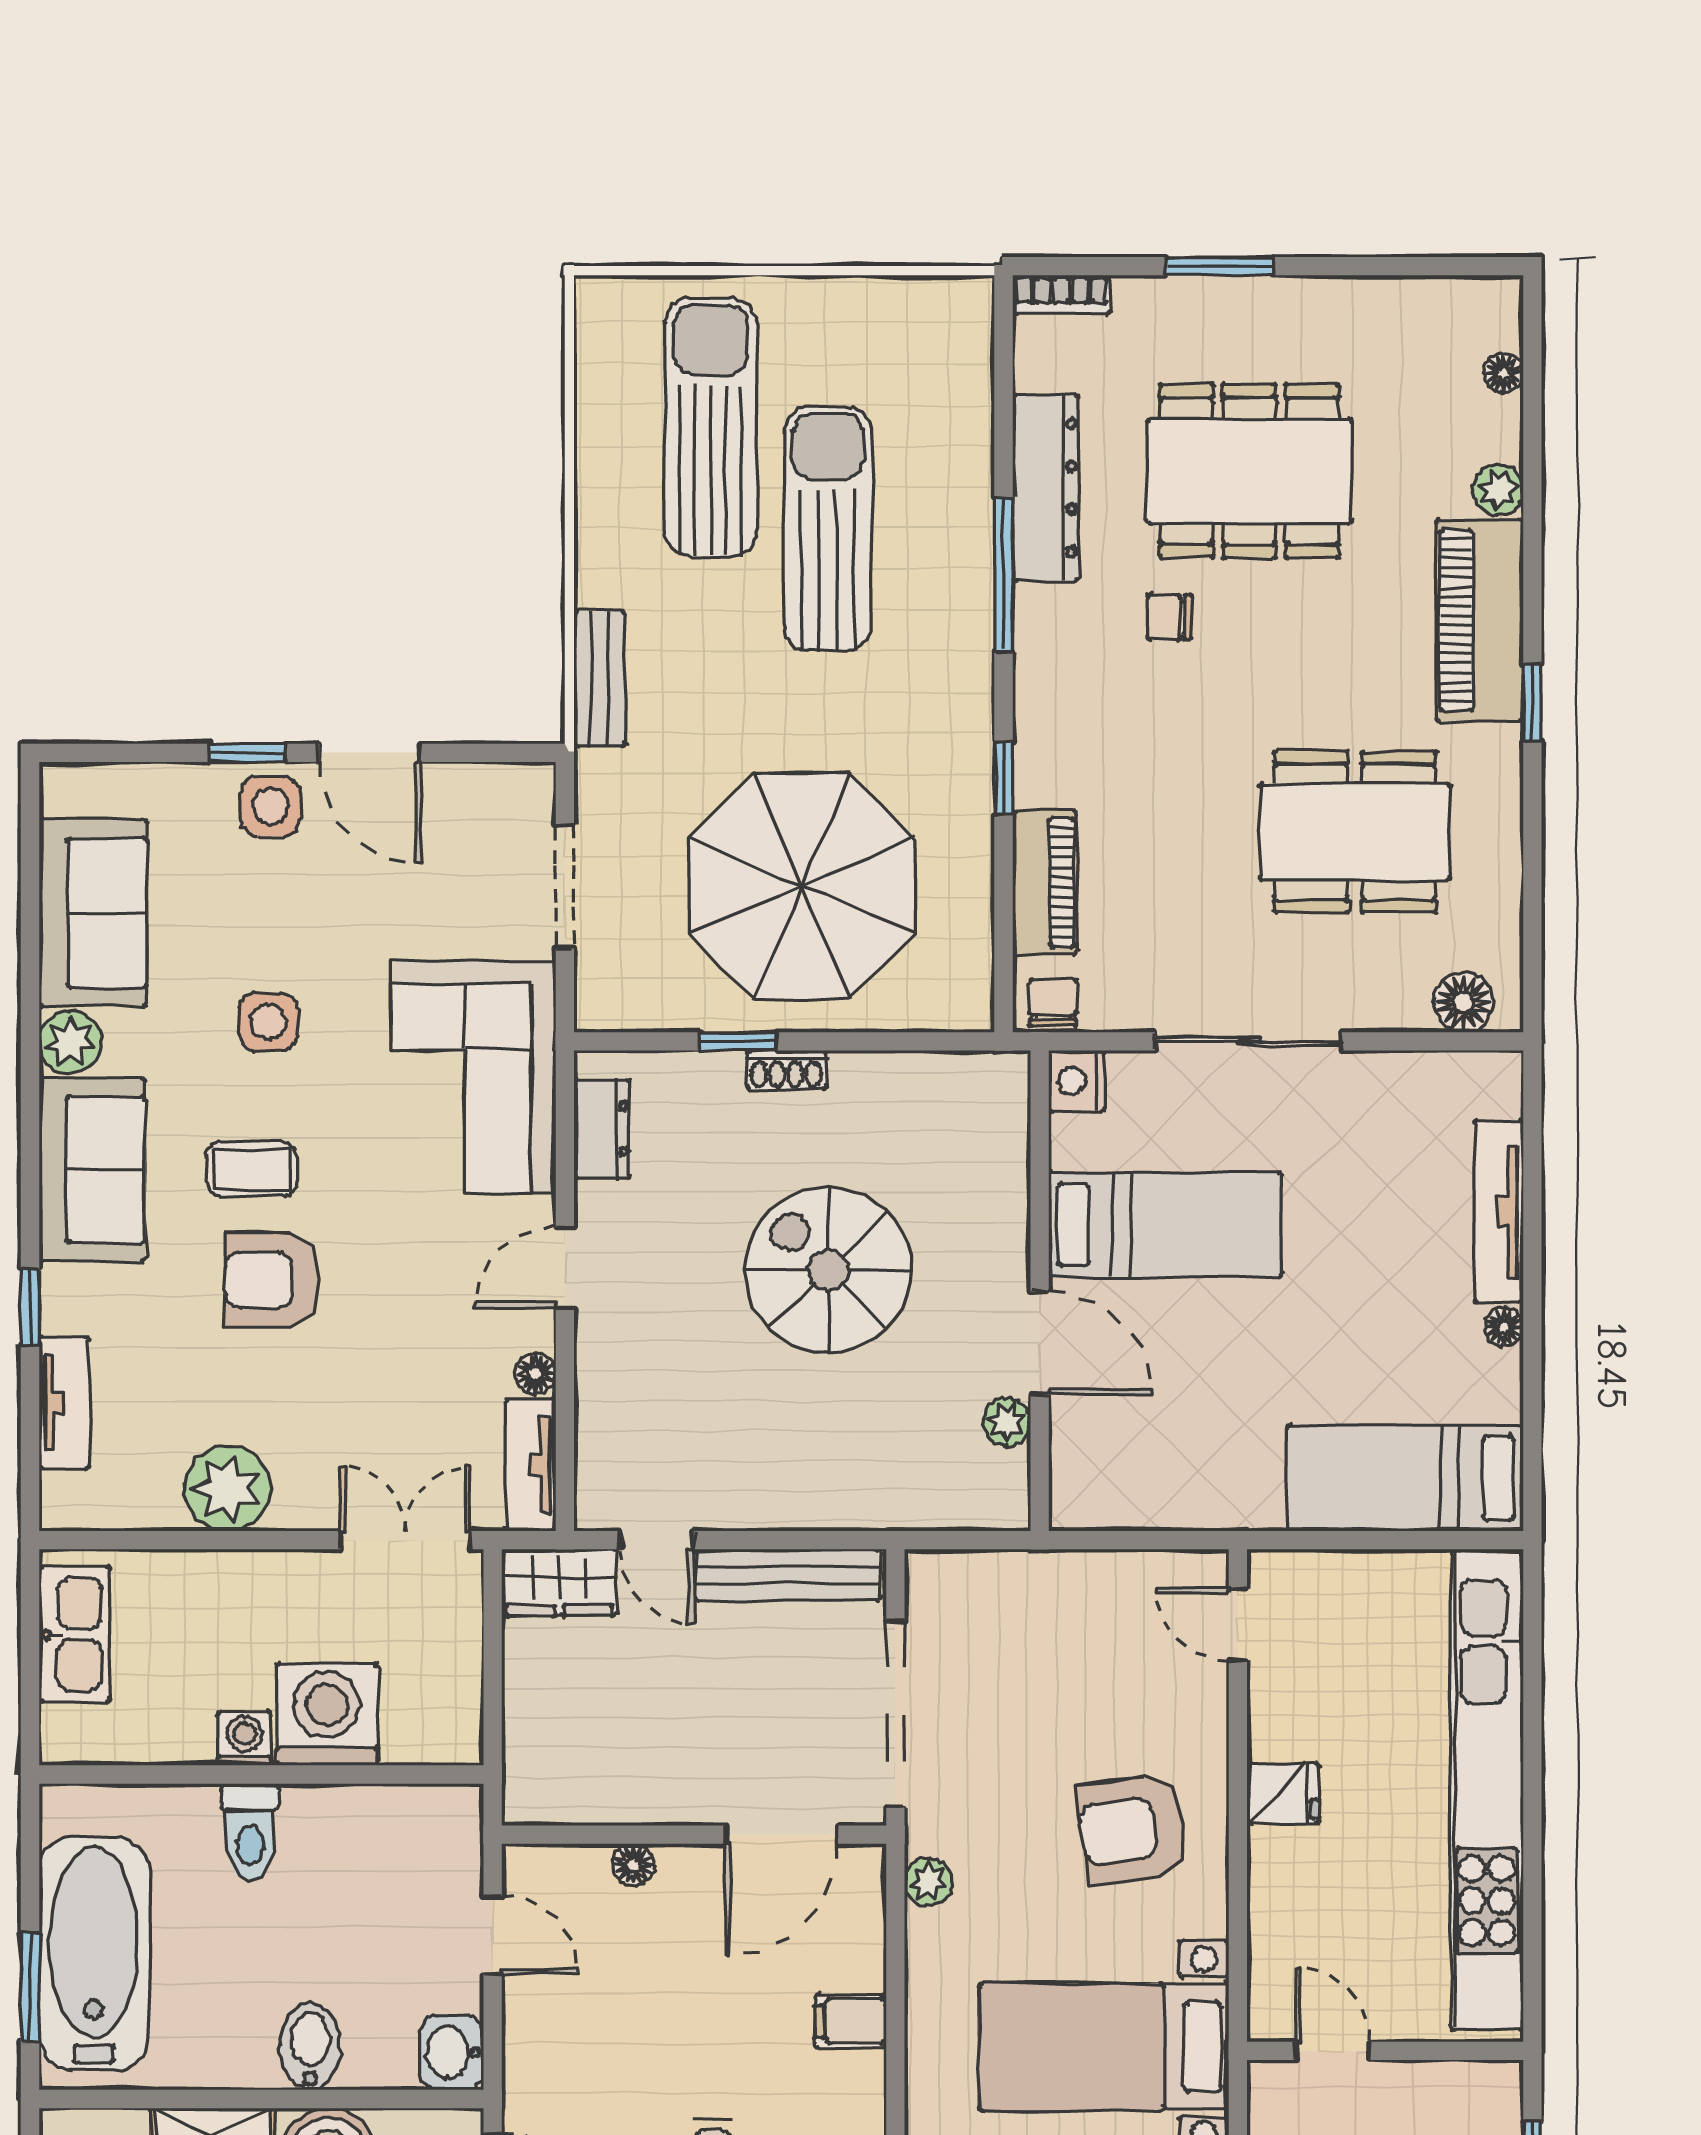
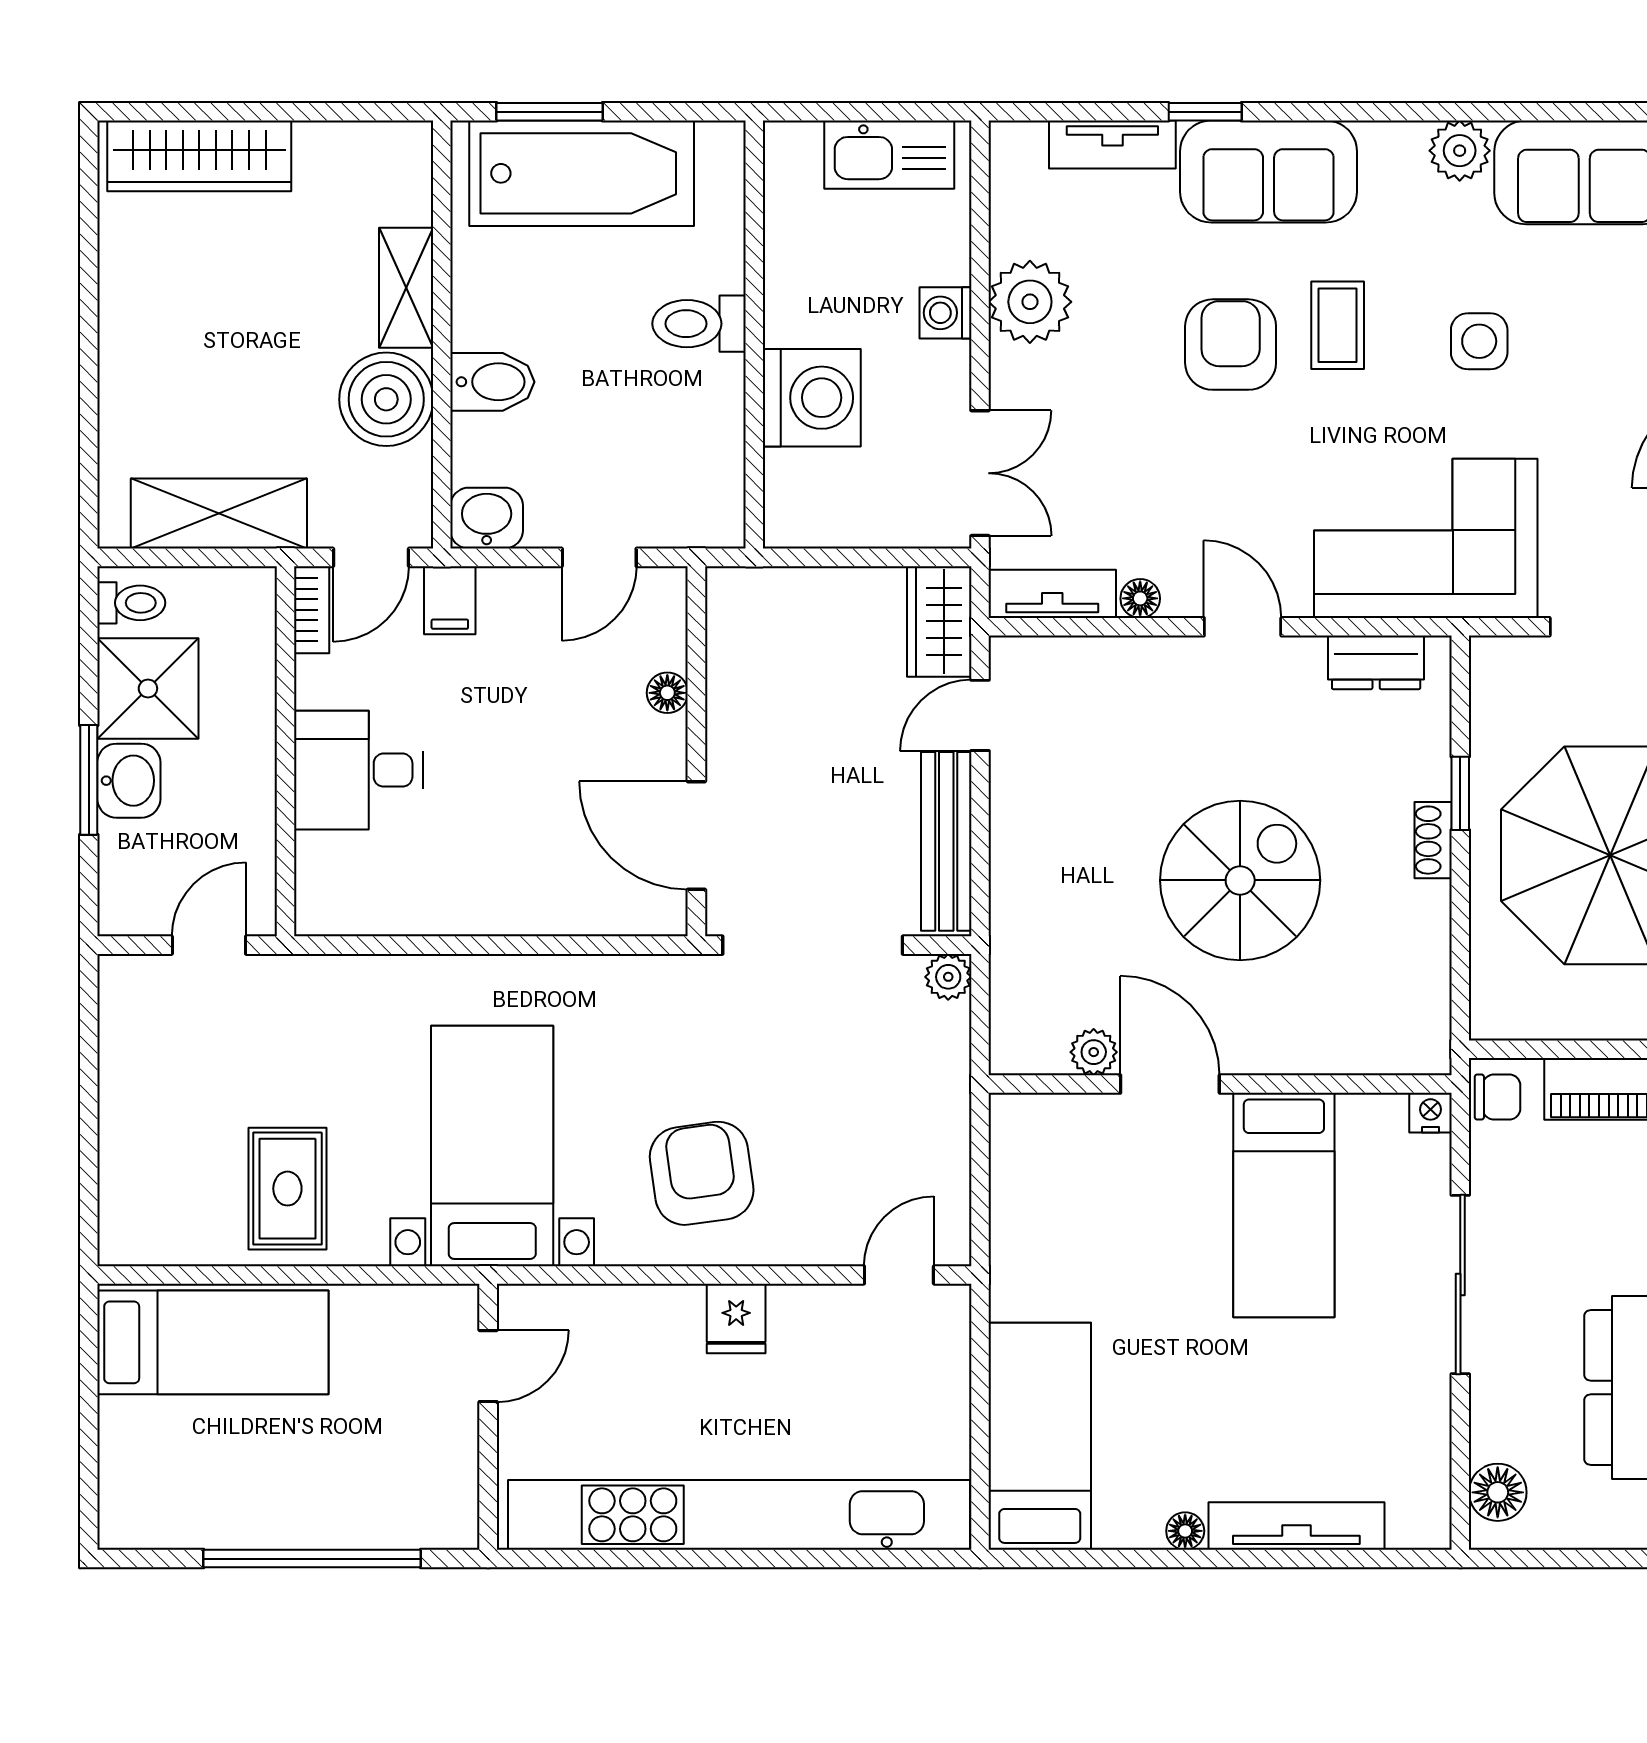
nightstand: (1077, 1081) -> (1431, 1113), width x0.72, depth x0.74
sofa: (92, 1170) -> (1269, 171), moved
door: (1040, 1343) -> (1170, 1084), swing flipped
washing machine: (245, 1739) -> (945, 313), moved, turned 180
plant: (928, 1882) -> (948, 977), moved
filing cabinet: (851, 2021) -> (450, 600), moved, turned 180

